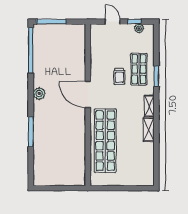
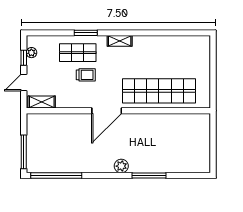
plant: (39, 93) -> (121, 166), moved
shelving: (149, 130) -> (42, 102), moved

